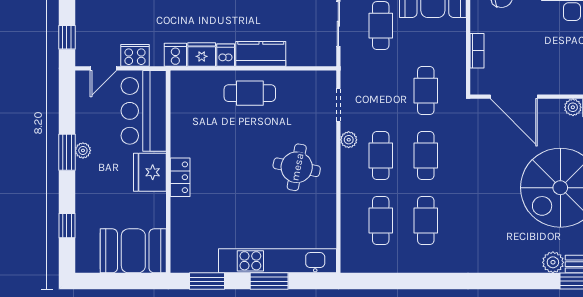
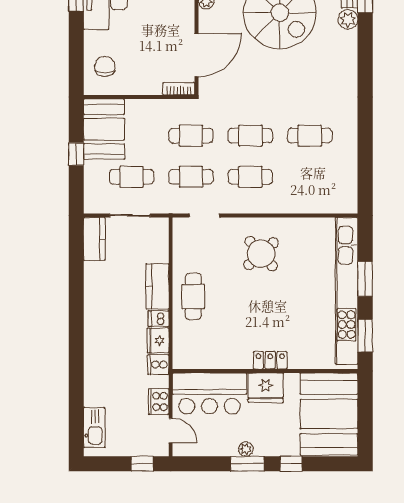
bookcase: (477, 51) -> (179, 89), moved
plant: (349, 140) -> (236, 206), removed
round table: (297, 167) -> (261, 254), turned 37
cafe table: (381, 221) -> (191, 177), moved
window: (67, 226) -> (291, 464), moved
booth: (133, 251) -> (329, 414), width x1.36, depth x1.42
kitchen unit: (277, 261) -> (347, 291), width x1.36

